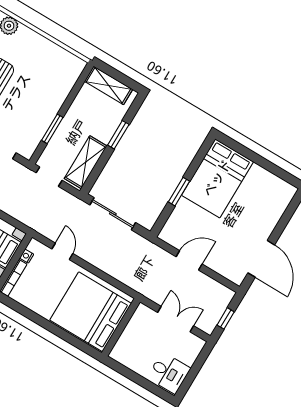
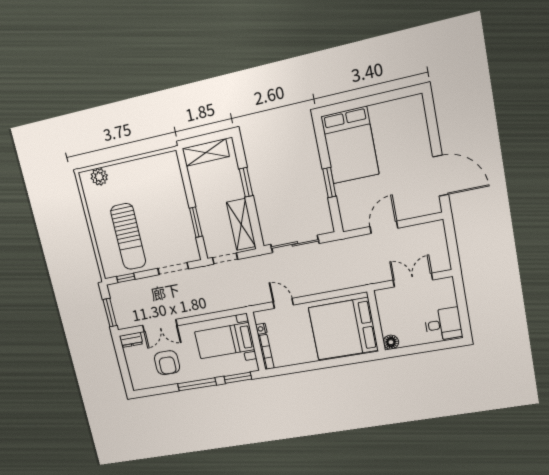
window: (226, 318) -> (452, 246), removed
floor lamp: (118, 354) -> (391, 342), added

